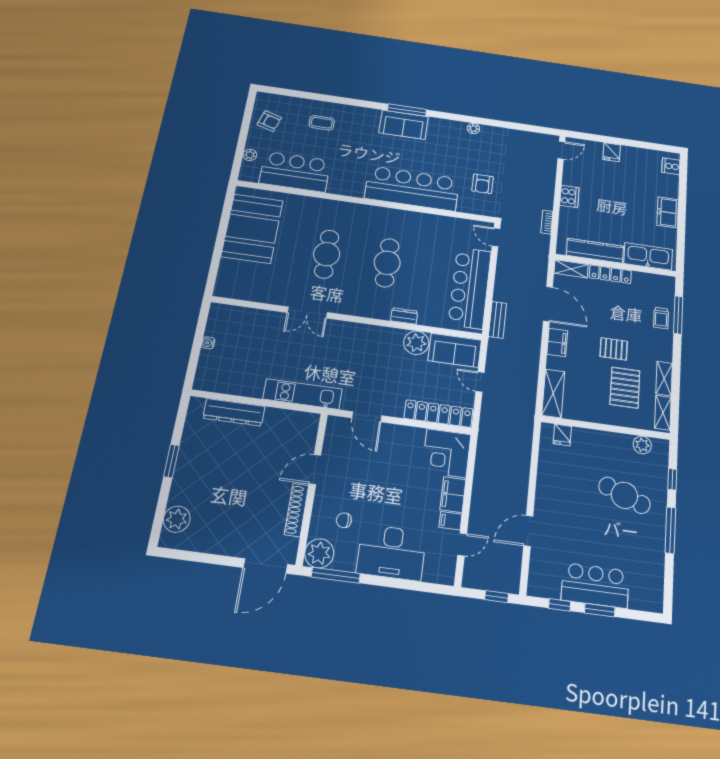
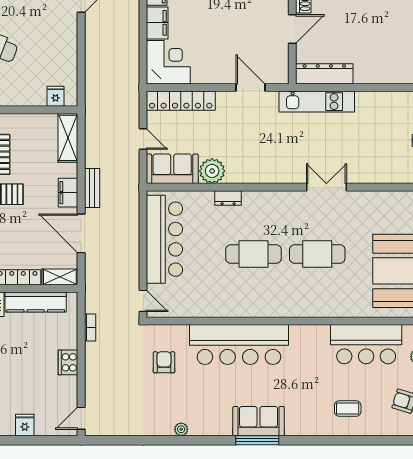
cafe table: (327, 254) -> (317, 254), turned 90
cafe table: (387, 263) -> (254, 254), turned 90
bench: (497, 320) -> (92, 188), moved
dresser: (234, 412) -> (324, 74), moved

